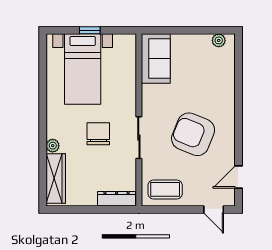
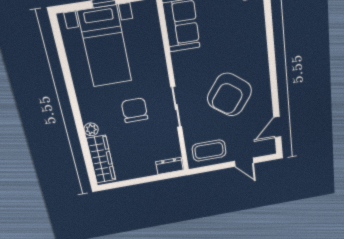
armchair: (193, 134) -> (229, 95), turned -75
dresser: (117, 199) -> (170, 166), width x0.70
door: (214, 209) -> (244, 162), moved

